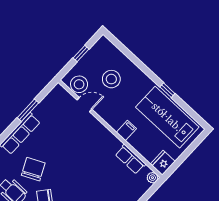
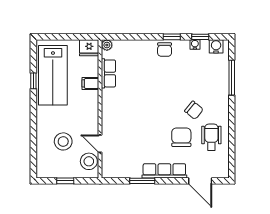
window: (167, 90) -> (33, 81), moved
filing cabinet: (126, 131) -> (90, 83), moved
chair: (33, 169) -> (181, 137), turned 116

